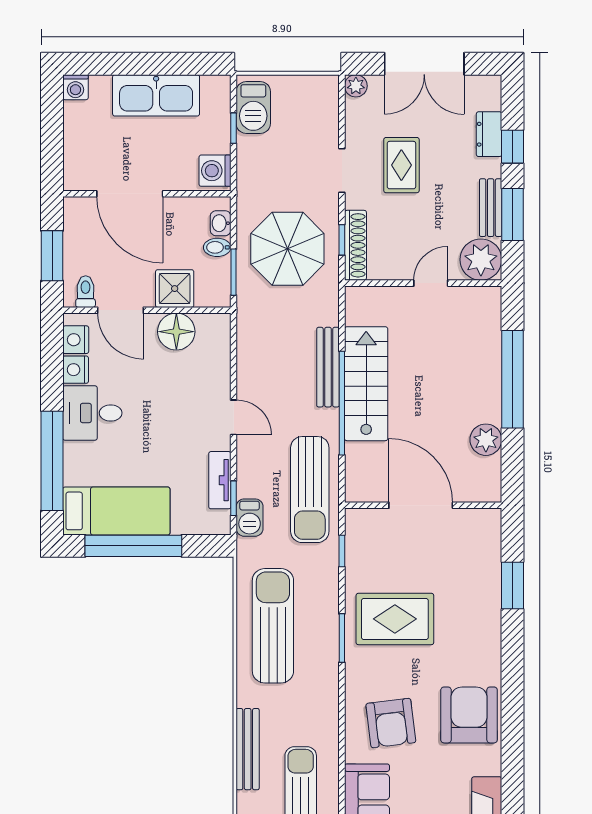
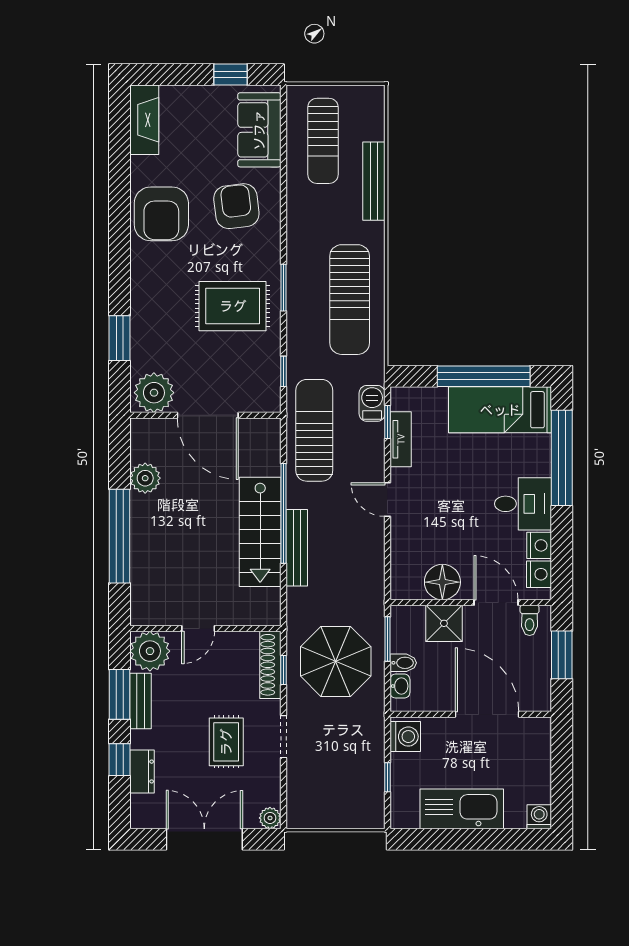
barbecue: (253, 108) -> (368, 797), removed
plant: (477, 529) -> (154, 393), added

